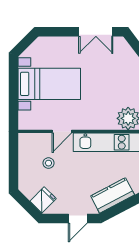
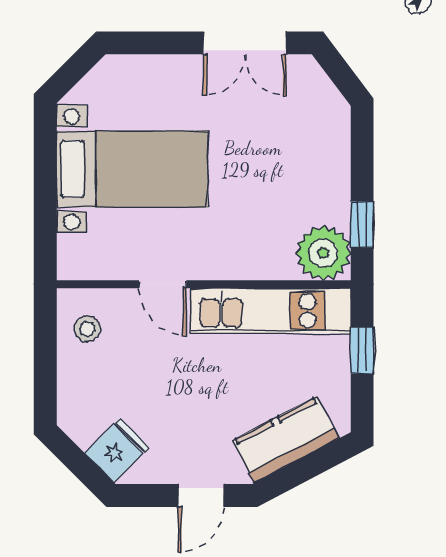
door: (62, 131) -> (163, 284), hinge flipped
stool: (48, 163) -> (87, 329), moved

